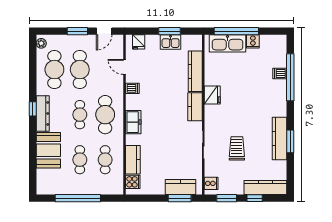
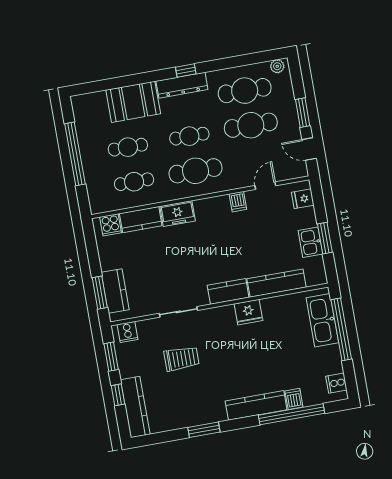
cooker: (253, 41) -> (336, 383), moved
freezer: (133, 122) -> (178, 214), moved
kitchen counter: (280, 139) -> (256, 405), moved

